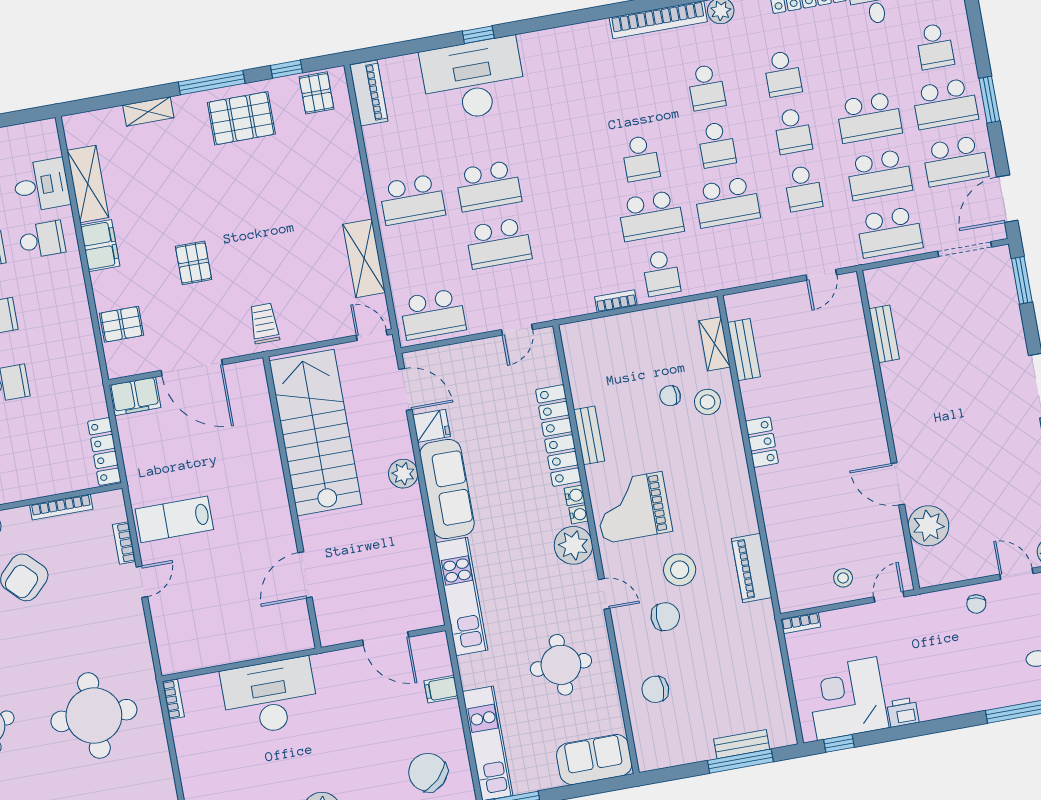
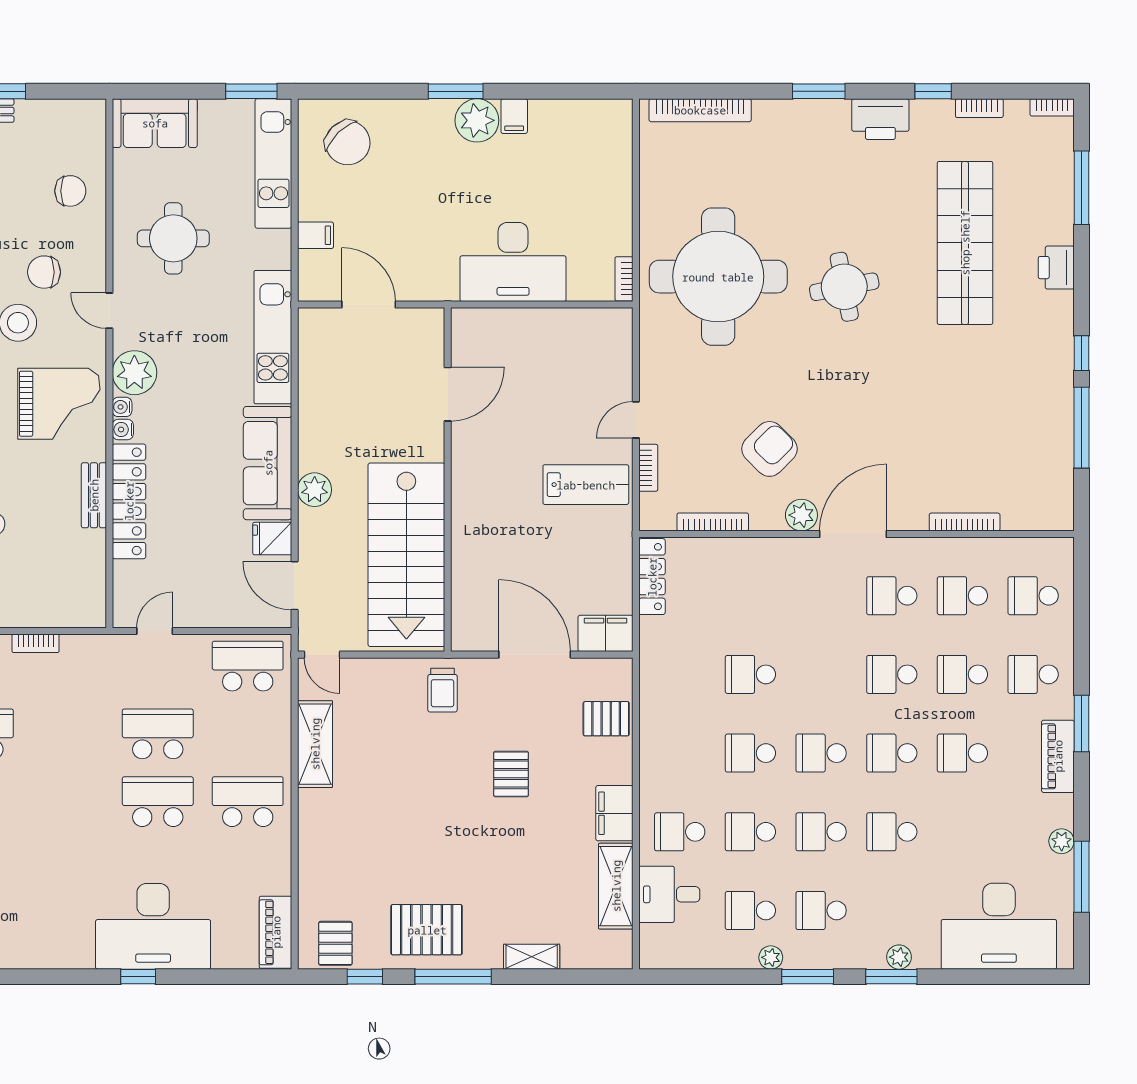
round table: (94, 716) -> (718, 277), width x1.36, depth x1.36

